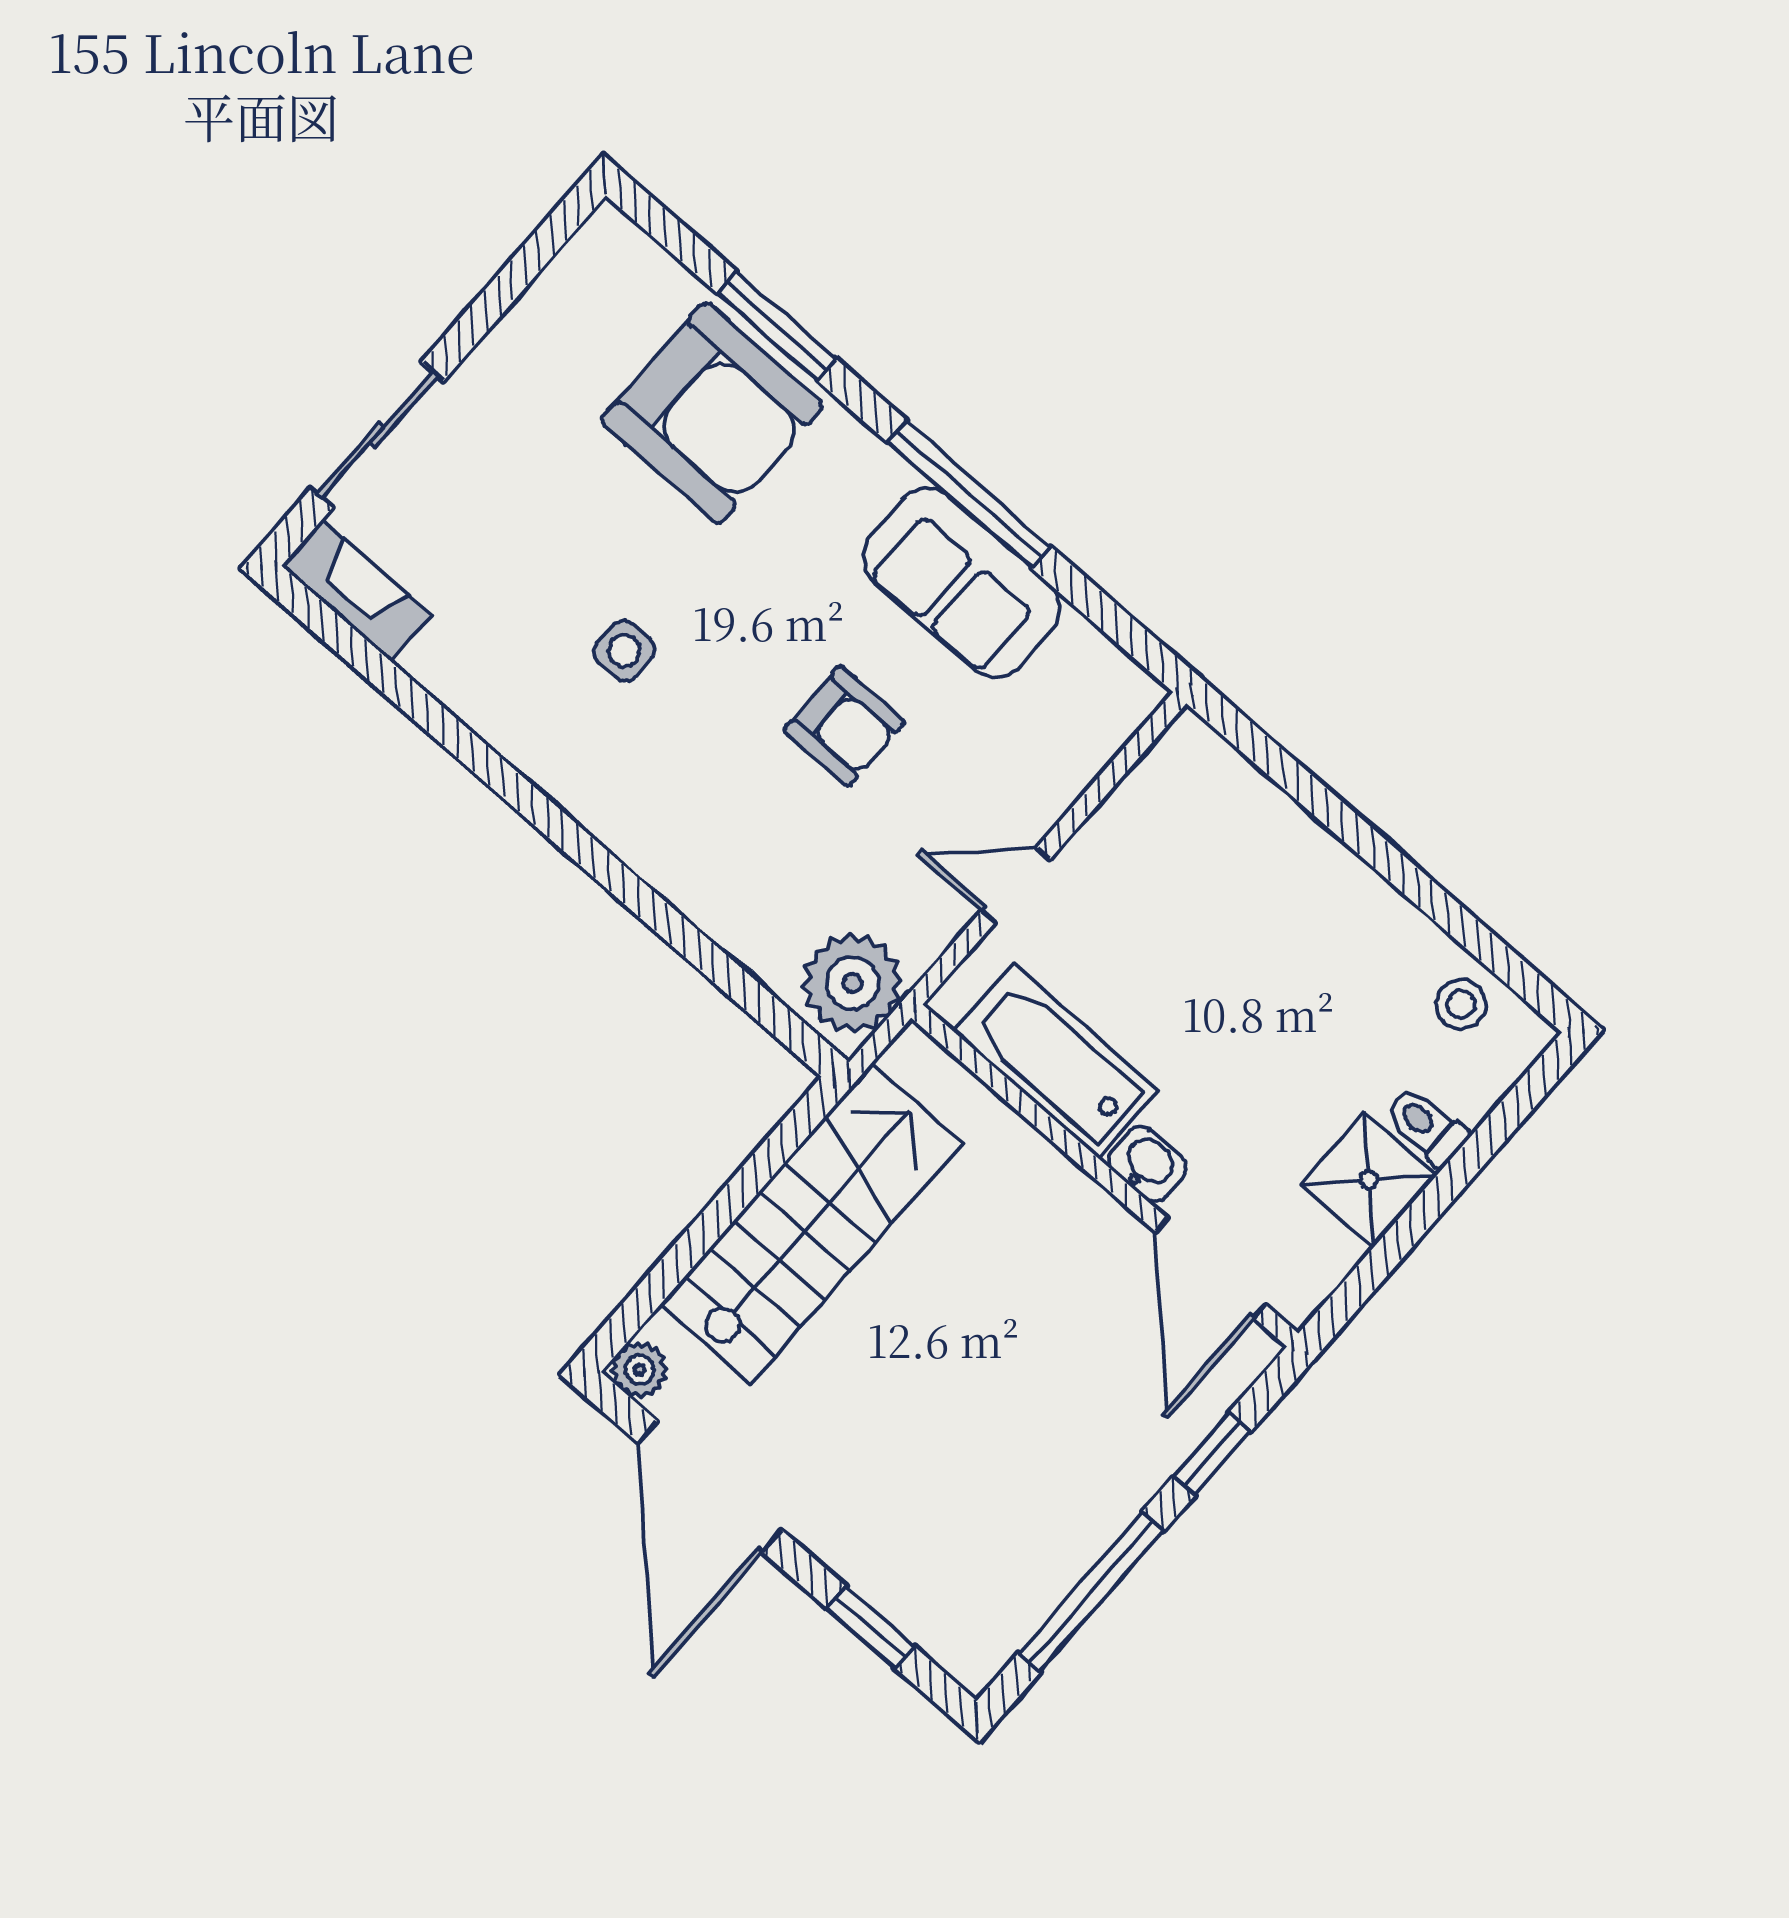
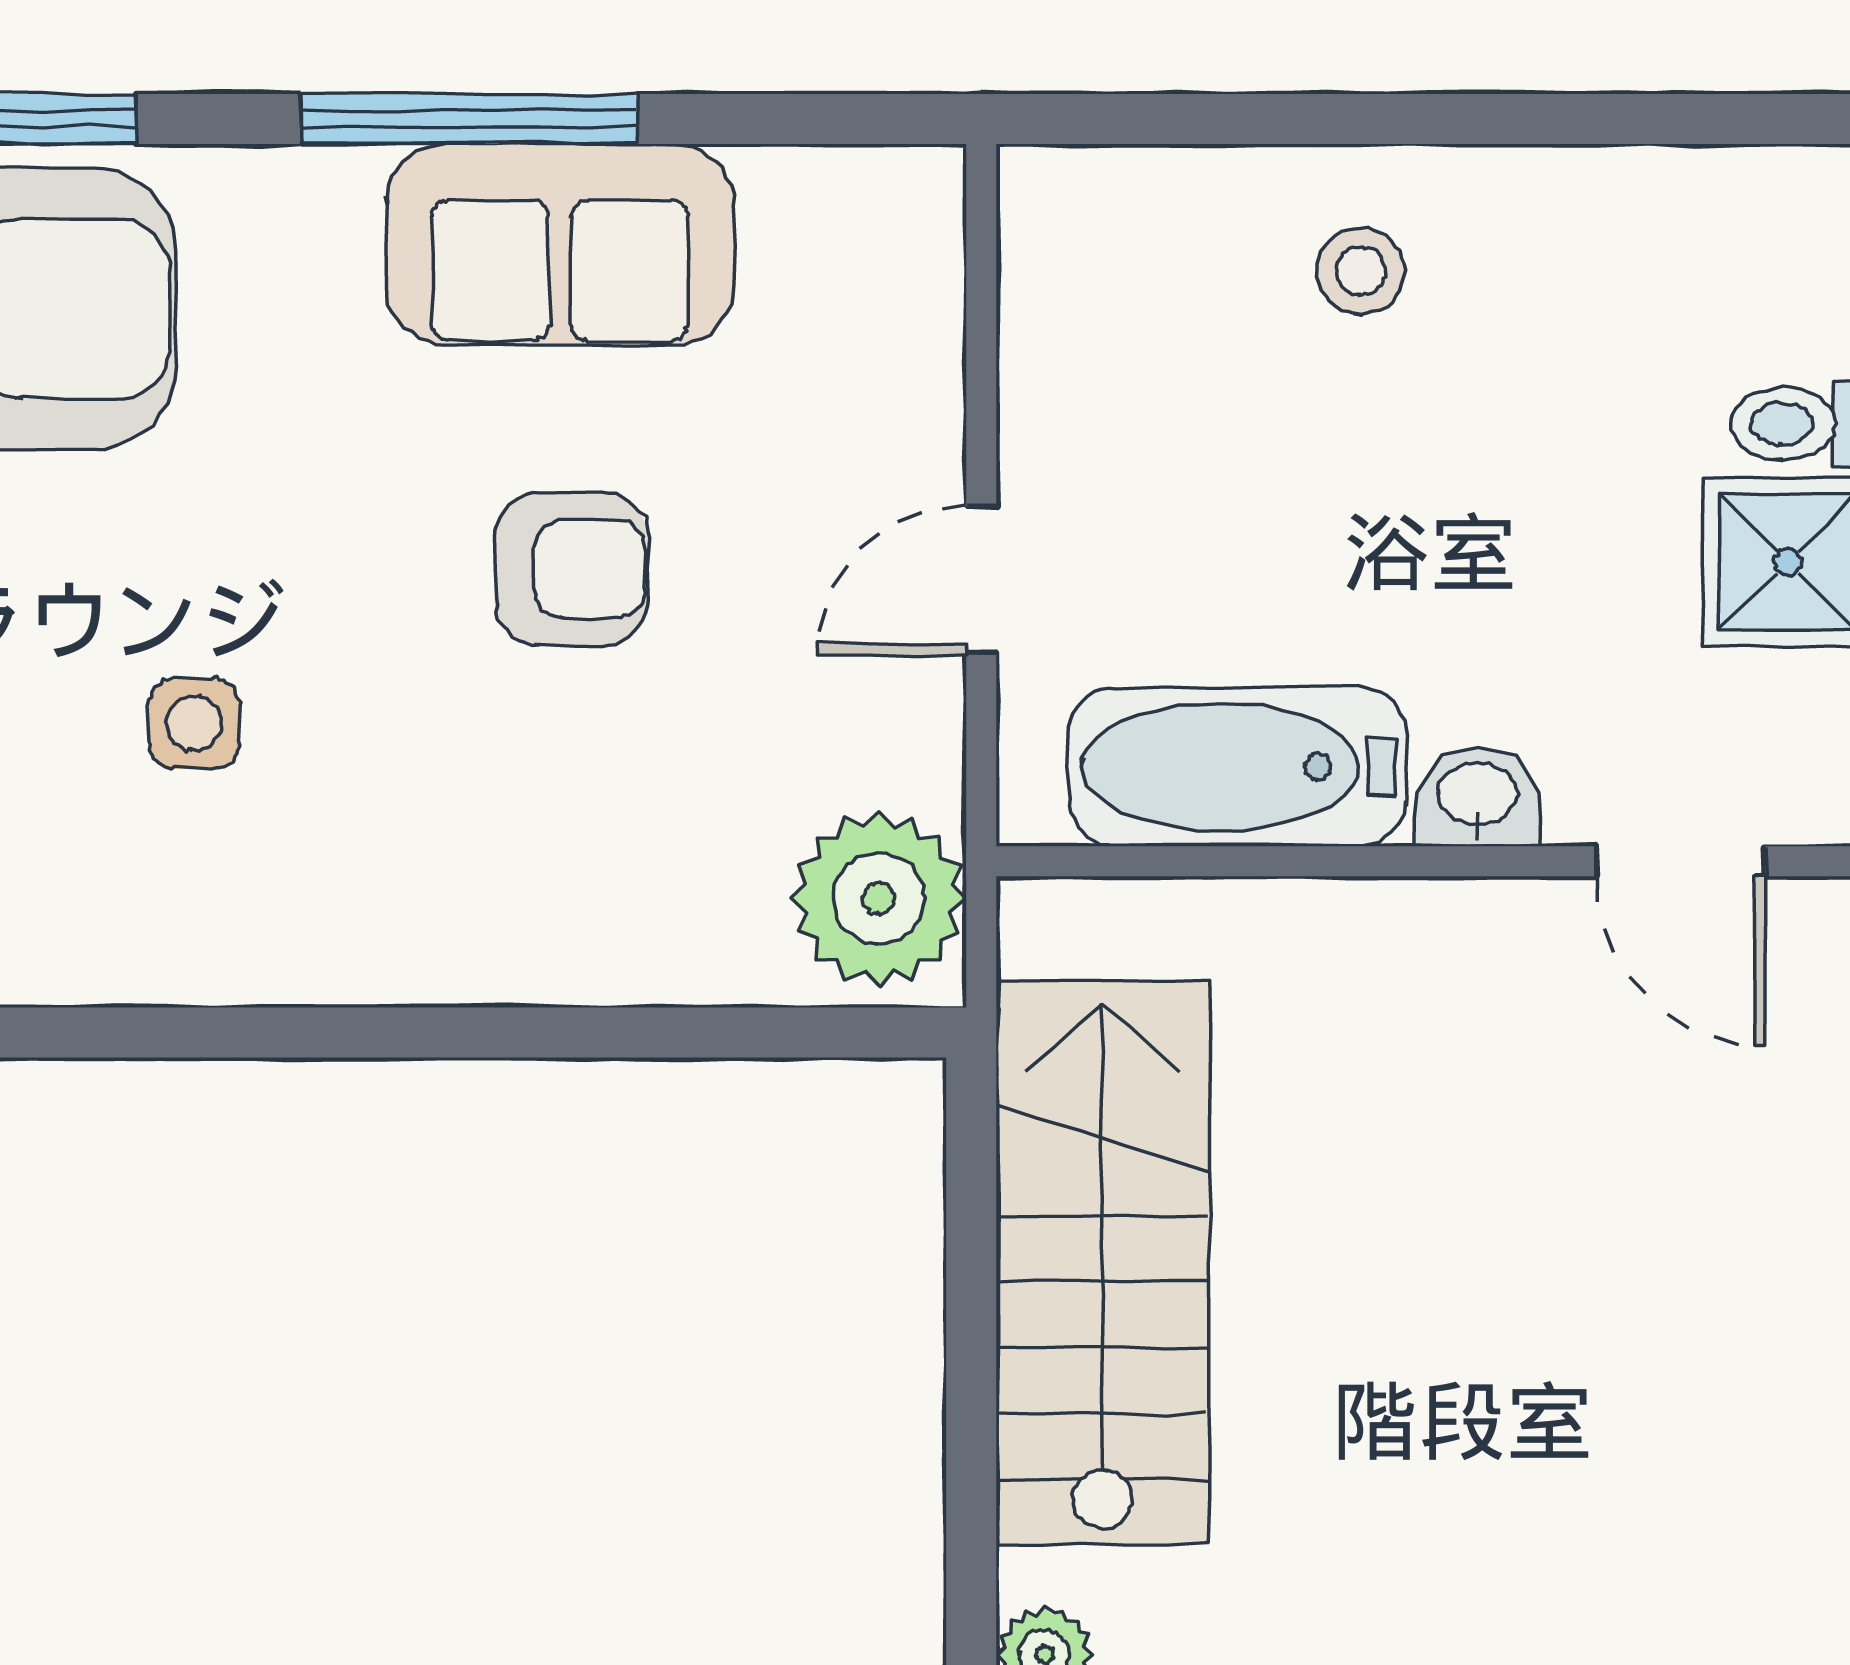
stool: (1461, 1004) -> (1361, 271), moved
door: (1211, 1268) -> (1681, 861), width x0.73

